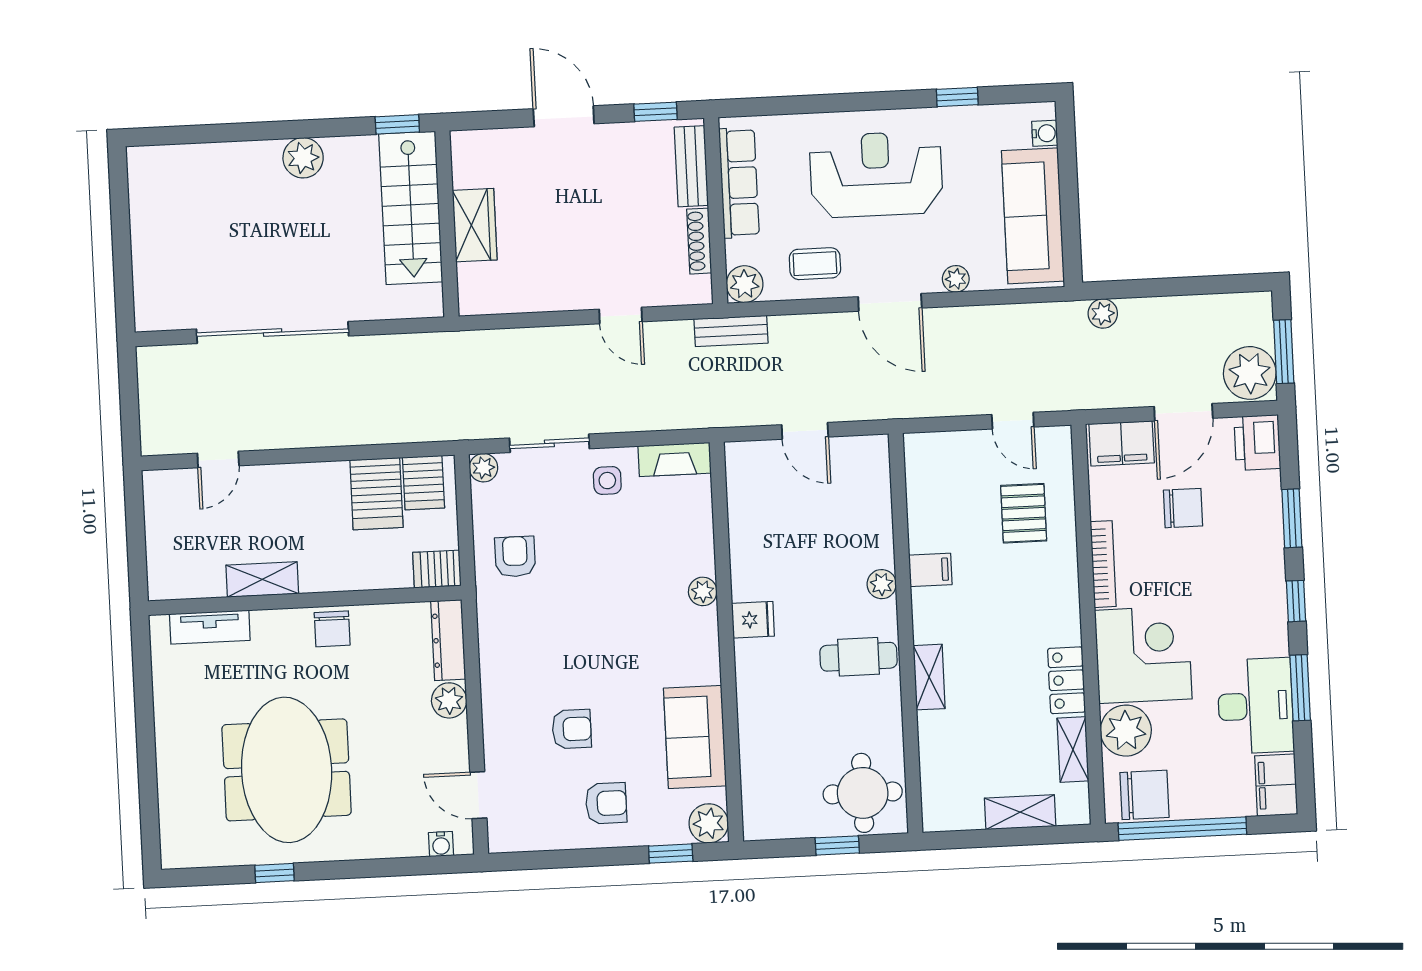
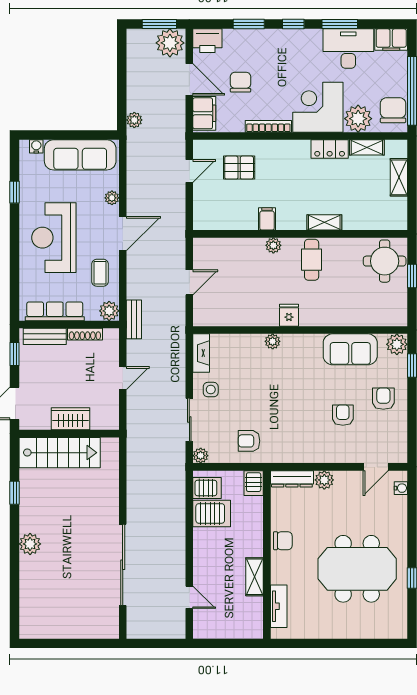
stairs: (411, 208) -> (60, 453), moved
wall: (447, 224) -> (69, 434), moved
wardrobe: (475, 225) -> (70, 419), moved

